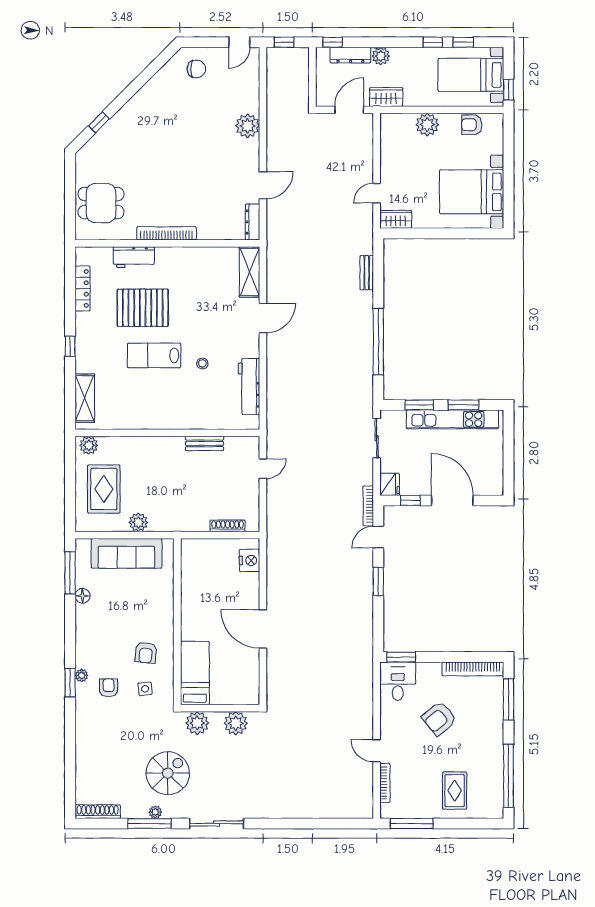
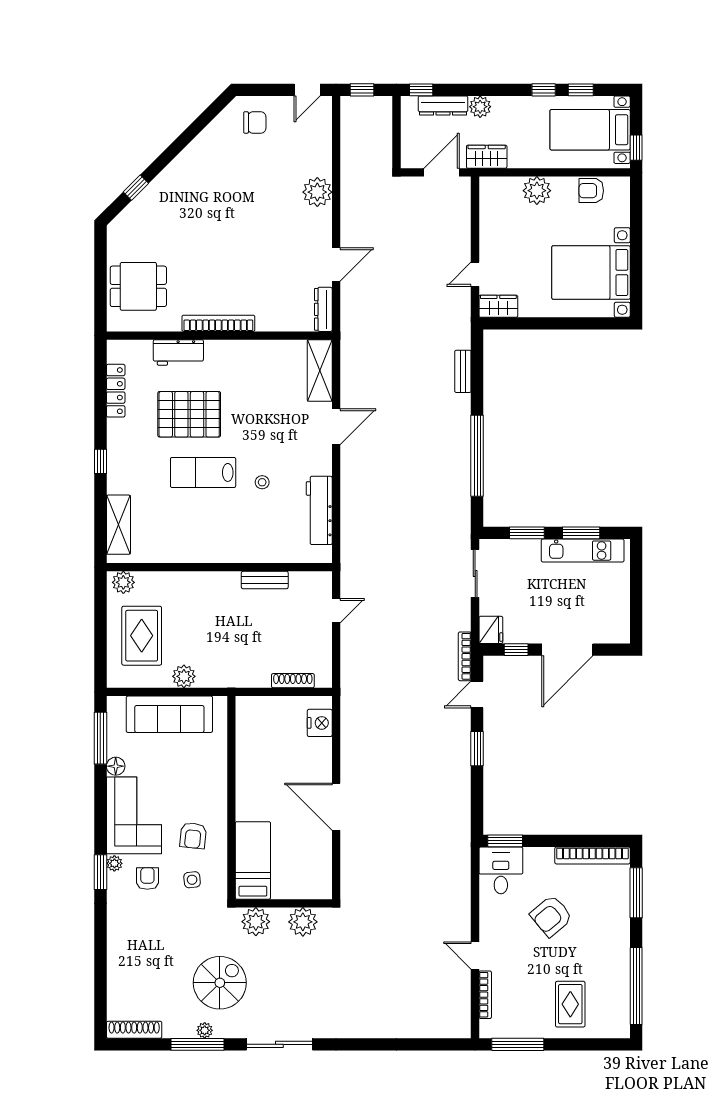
kitchen unit: (452, 419) -> (583, 551), width x0.73
door: (452, 500) -> (567, 650), swing flipped
corner sofa: (98, 636) -> (134, 815), added

